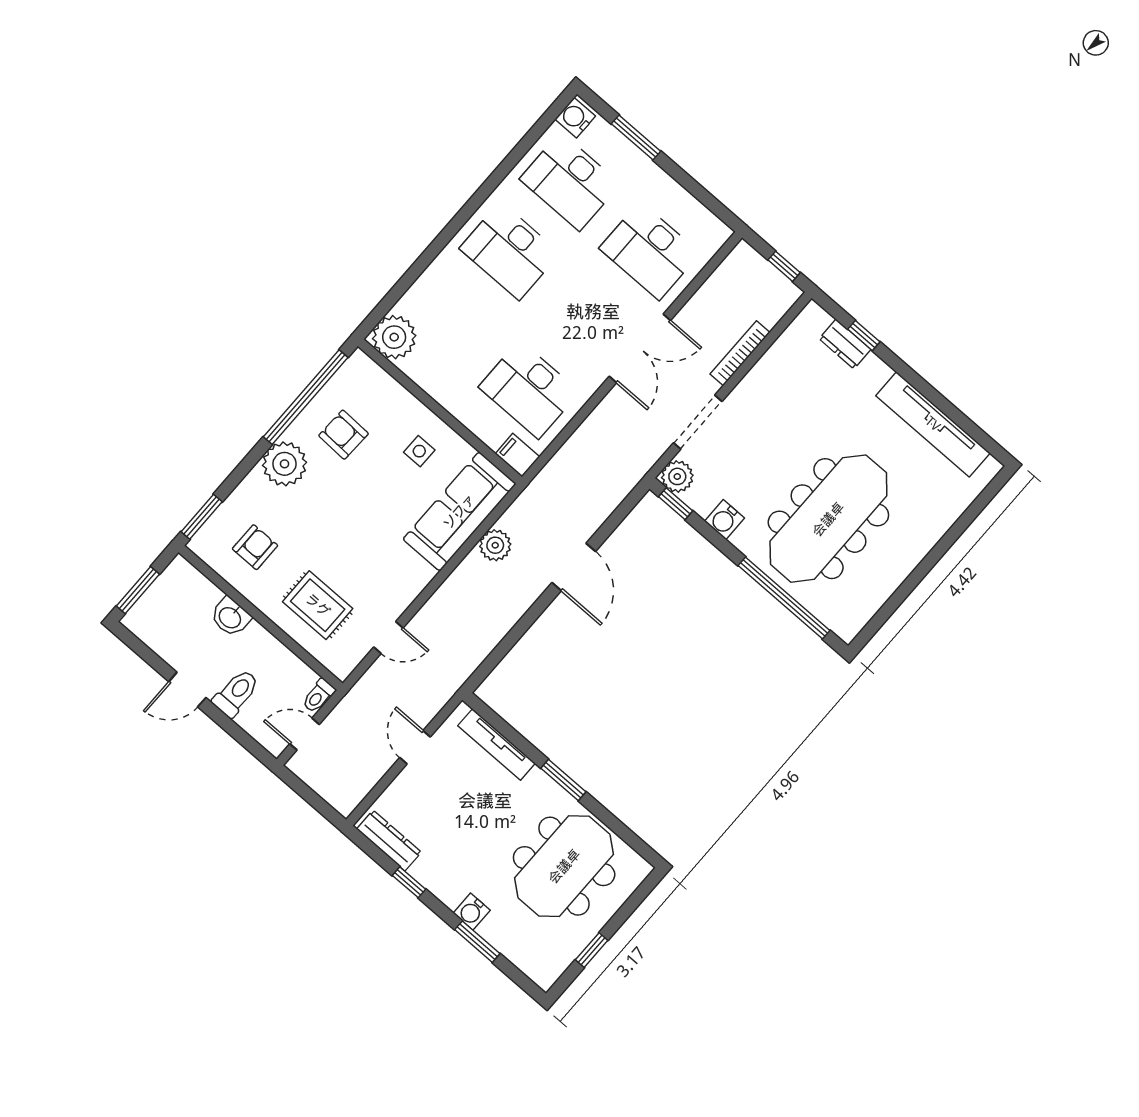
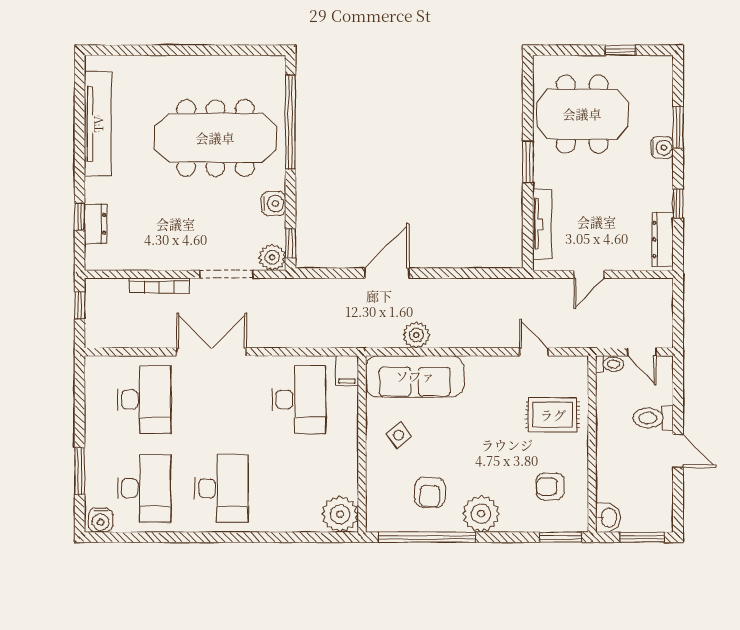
side table: (419, 451) -> (399, 435), turned -37
rug: (318, 605) -> (553, 415), turned 90
washbasin: (230, 617) -> (608, 518), moved

